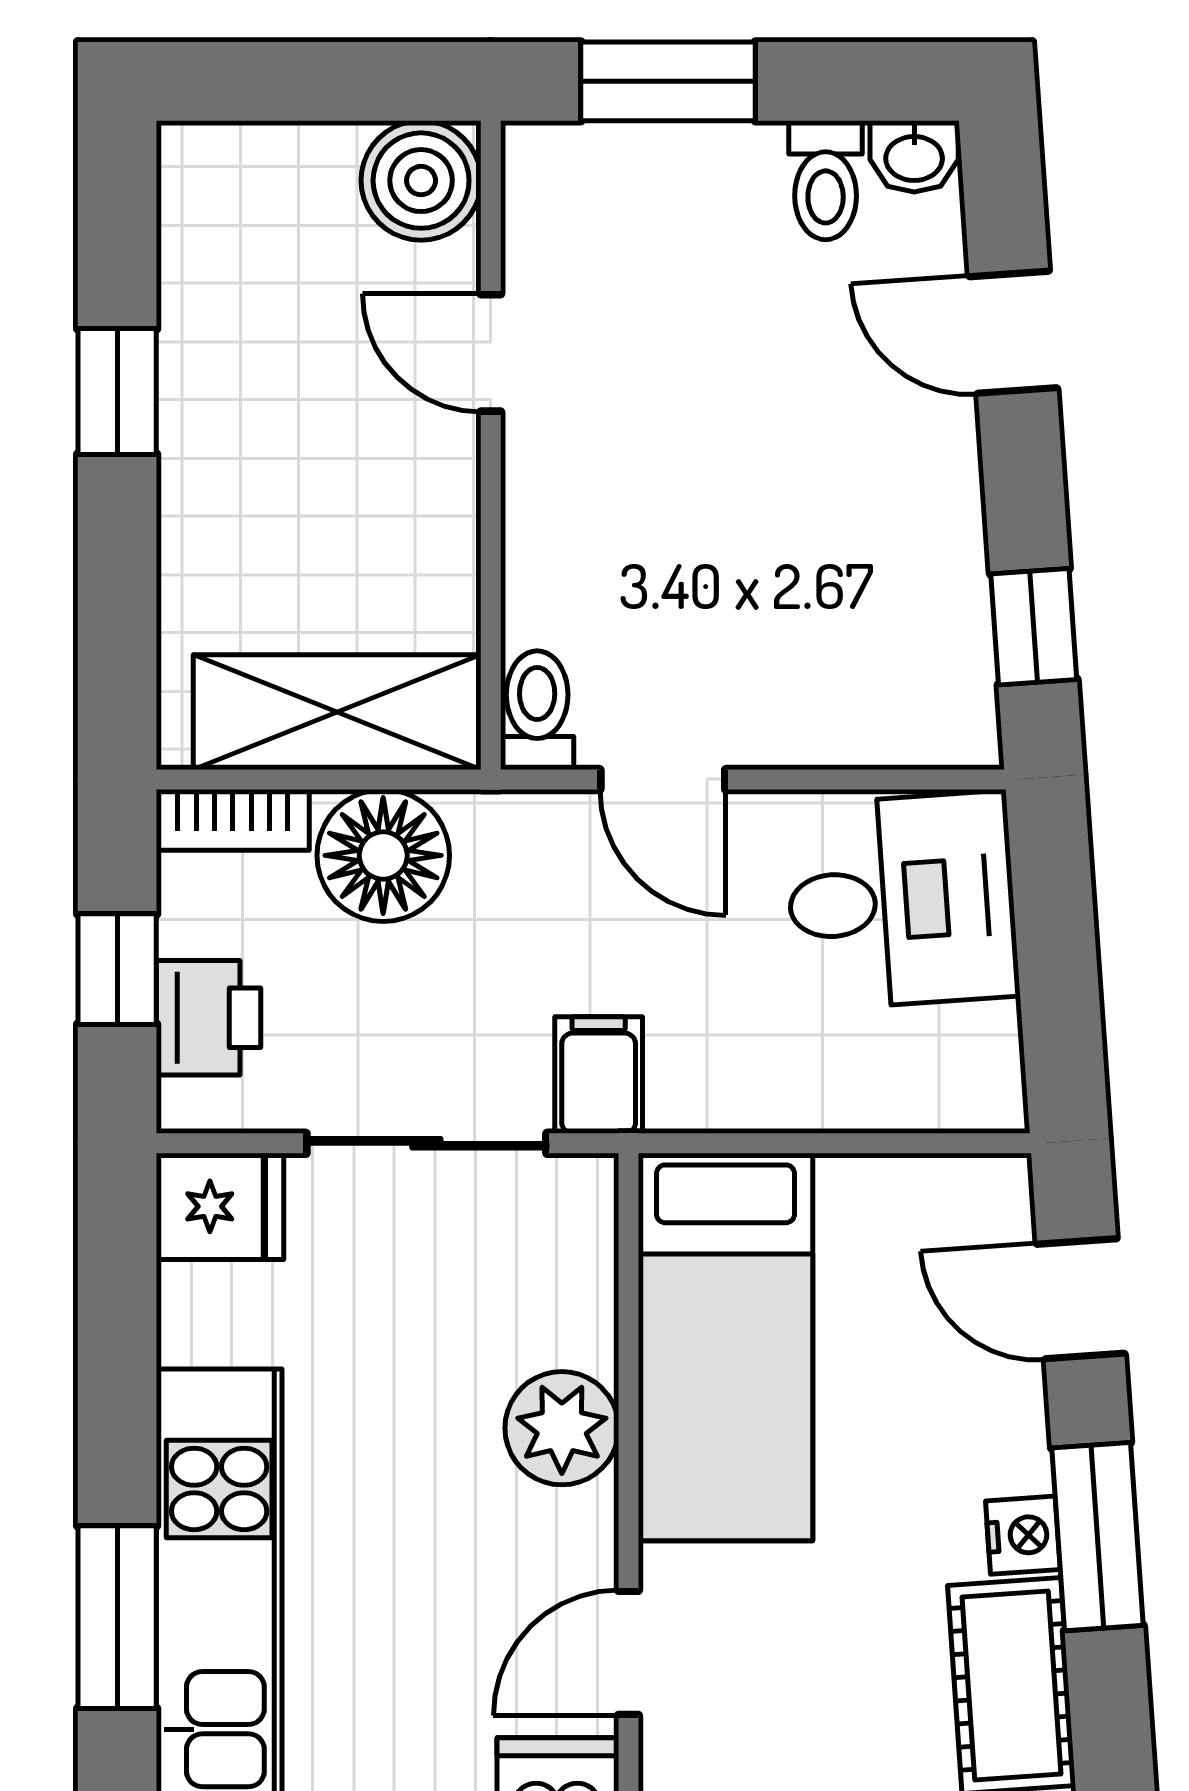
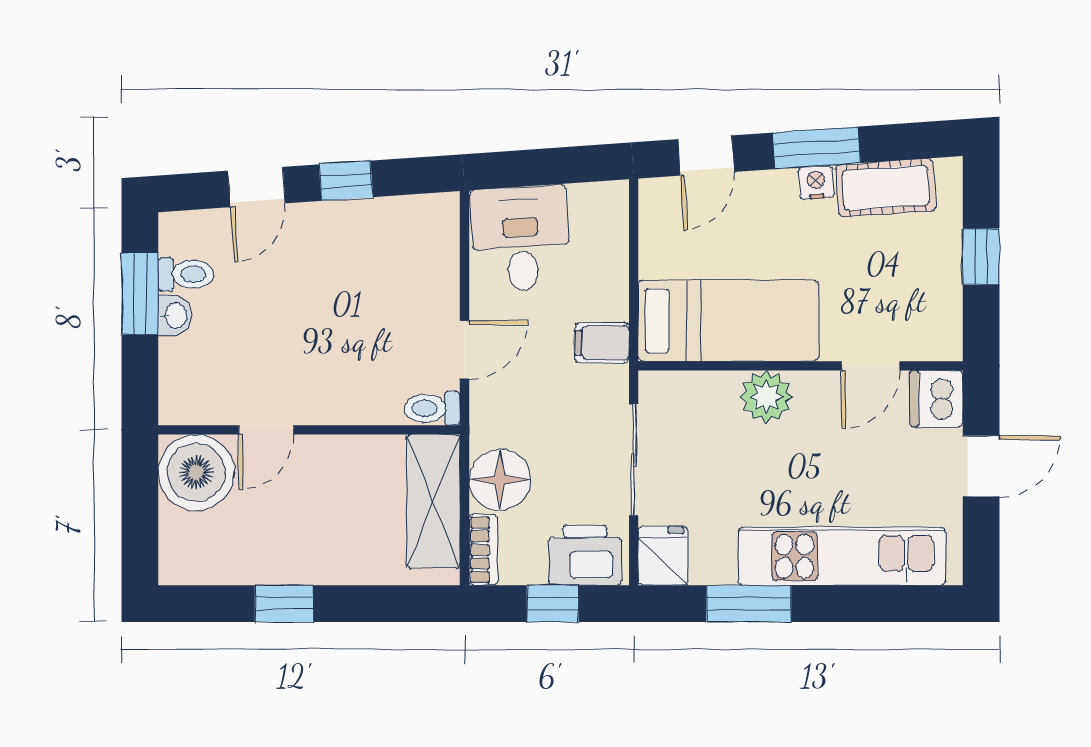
window: (668, 81) -> (140, 294), moved
washbasin: (914, 156) -> (175, 315), moved
boiler: (421, 181) -> (196, 473), width x1.37, depth x1.37
window: (1034, 627) -> (346, 181), moved
printer: (209, 1018) -> (585, 555), width x1.36, depth x1.24
filing cabinet: (599, 1075) -> (602, 343), moved
window: (117, 1617) -> (749, 604), moved
door: (628, 1653) -> (871, 366), hinge flipped

